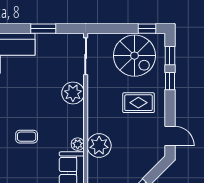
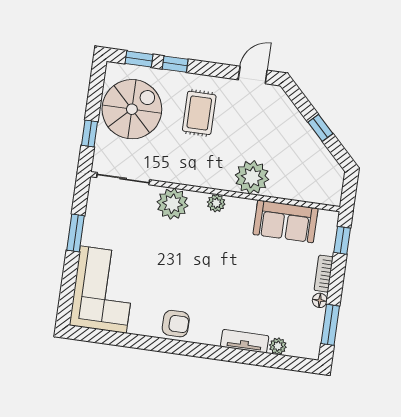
window: (147, 29) -> (90, 134), moved
coffee table: (27, 137) -> (225, 278), removed
plant: (78, 144) -> (216, 203), moved

